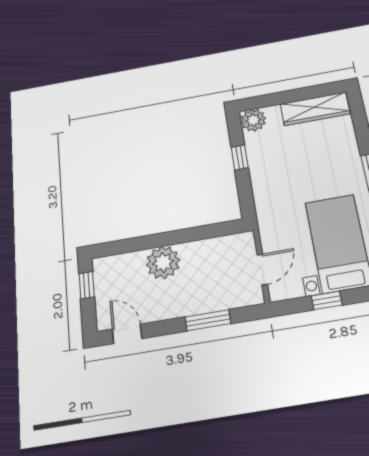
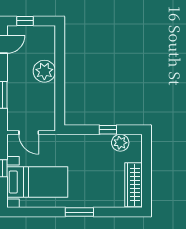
plant: (253, 120) -> (120, 143), moved
window: (87, 285) -> (25, 21), moved

